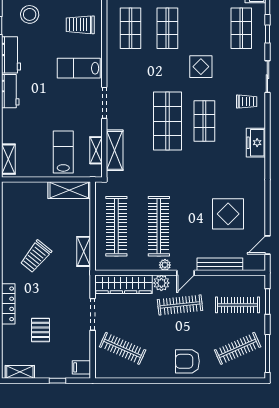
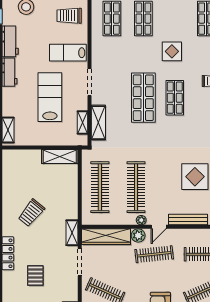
lab bench: (63, 152) -> (50, 97), moved, width x1.36, depth x1.39
shelving: (84, 251) -> (72, 233), moved

